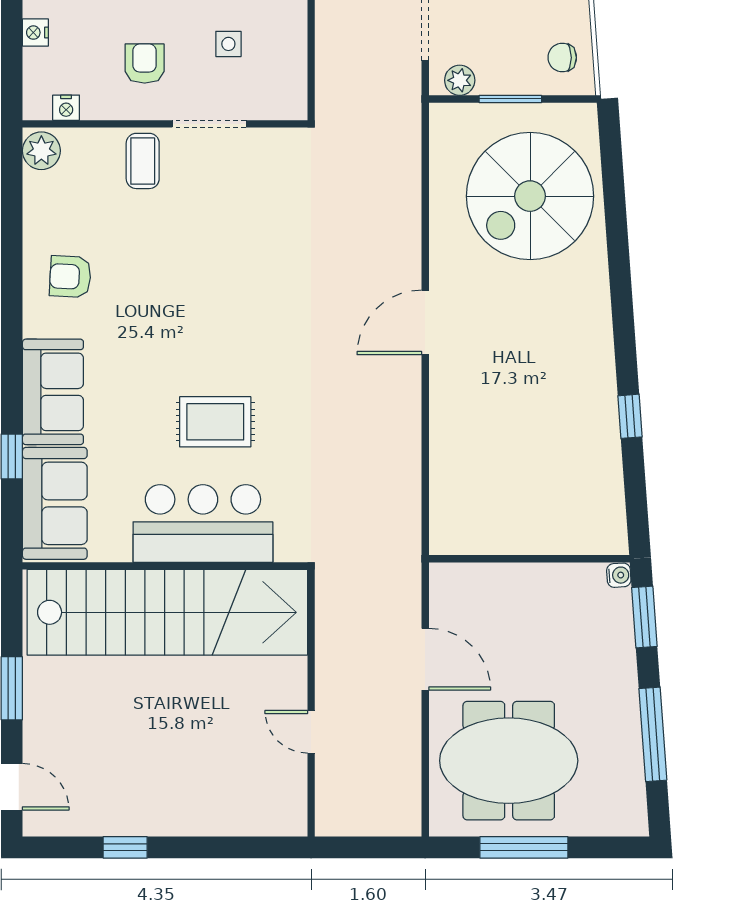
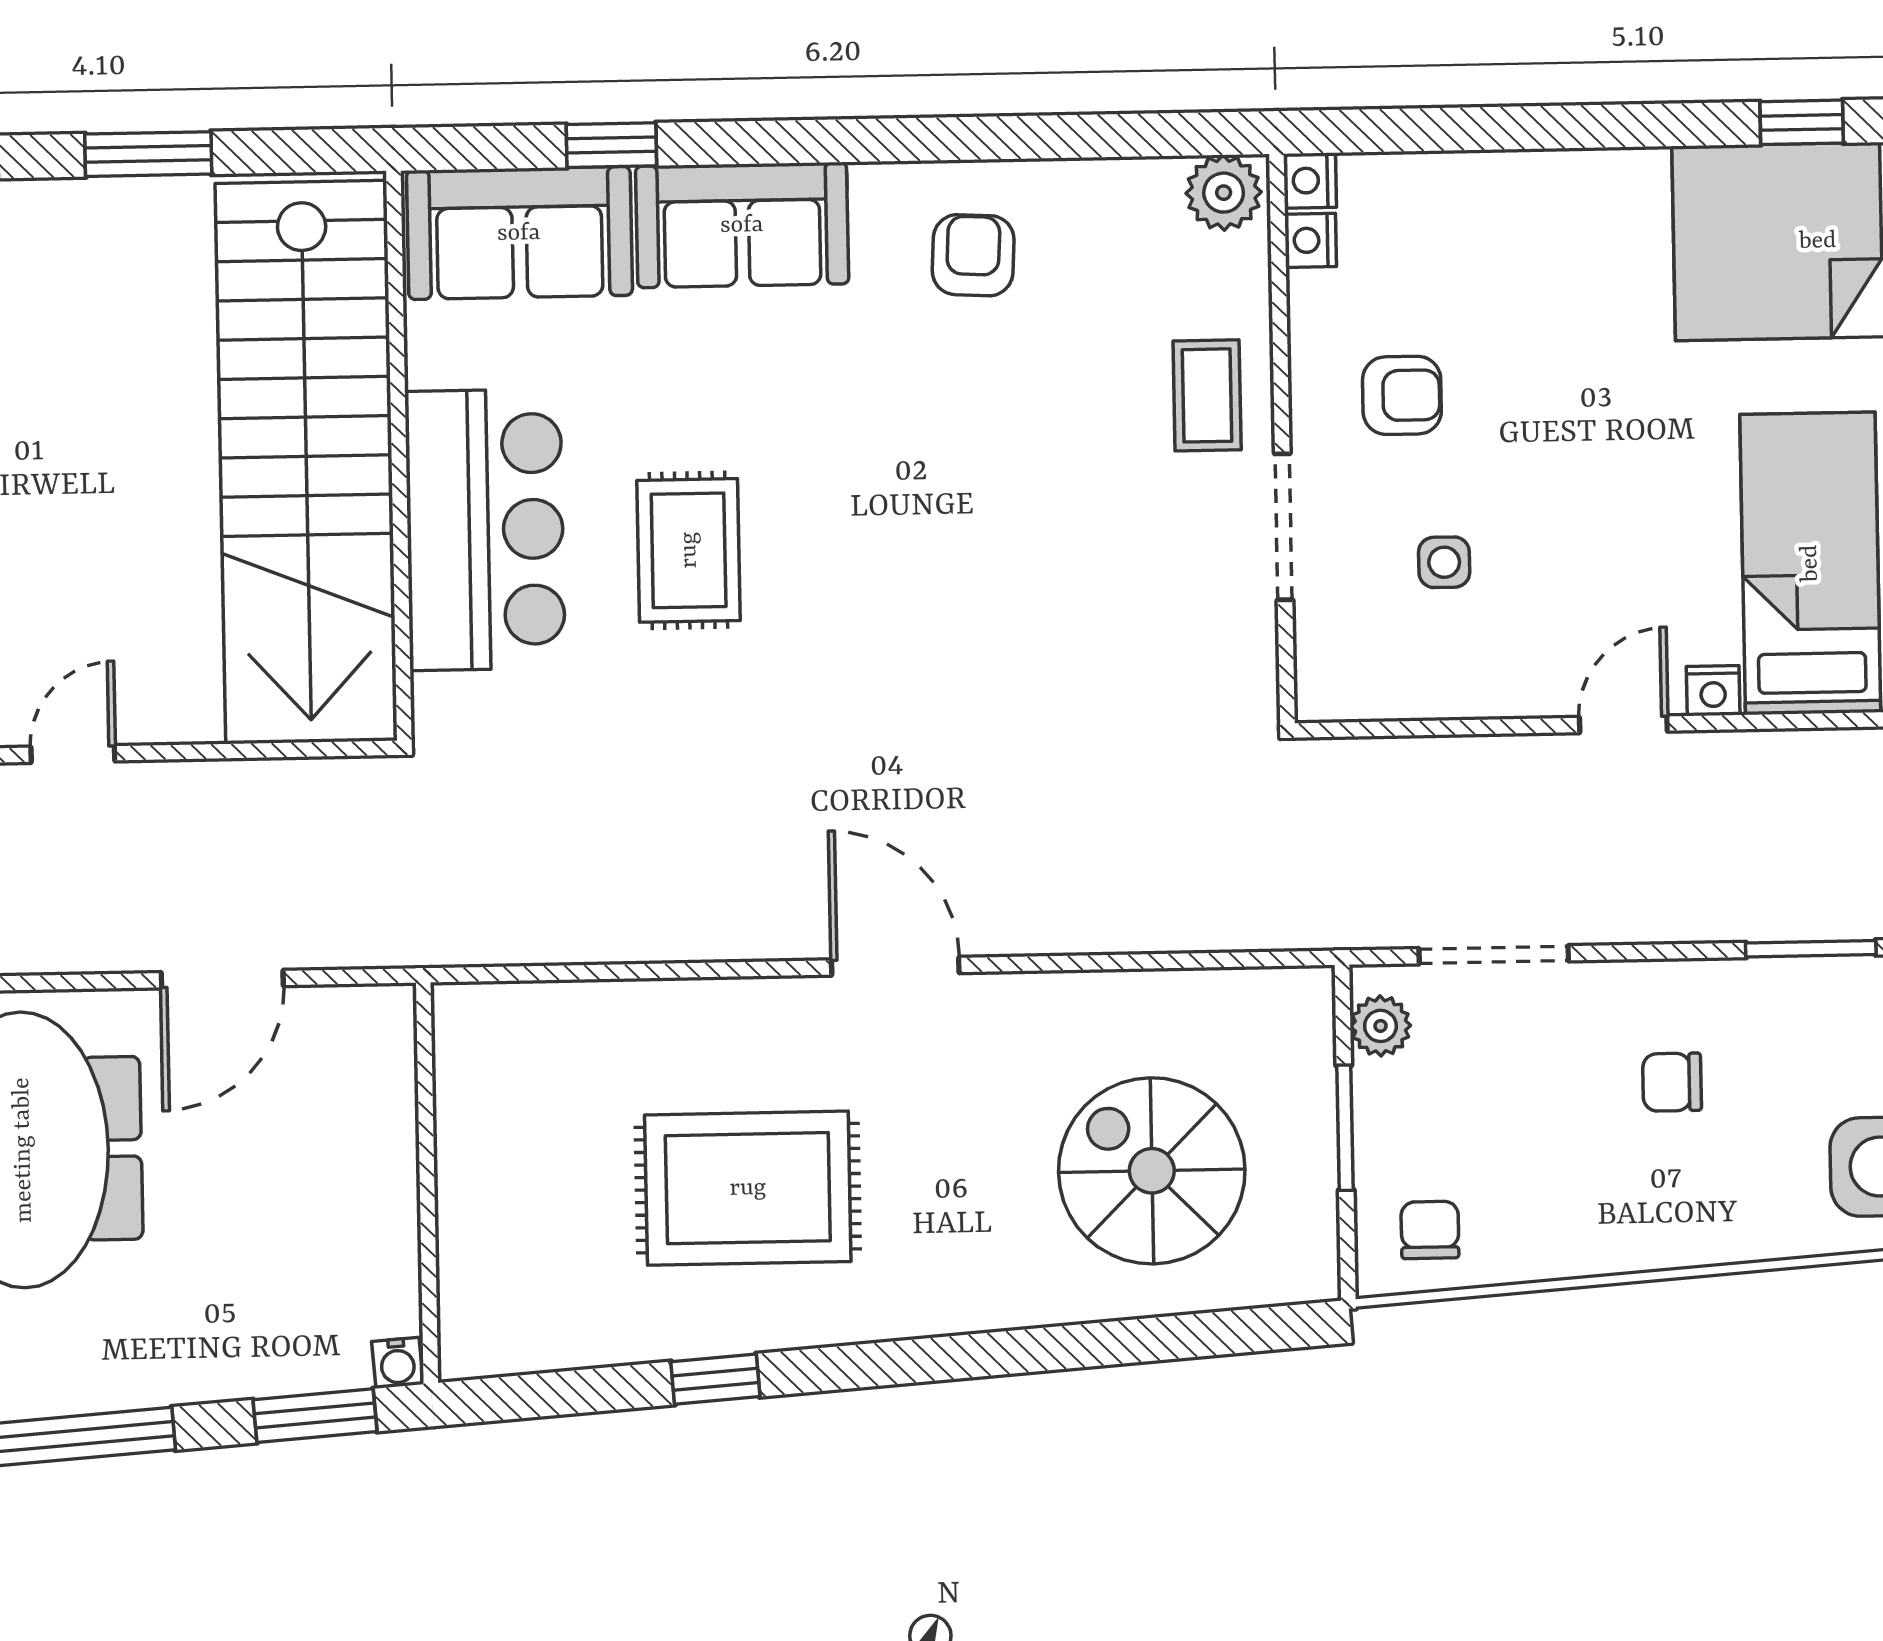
nightstand: (35, 33) -> (1310, 181), moved, turned -90
coffee table: (143, 161) -> (1207, 395), turned 90
spiral stairs: (530, 196) -> (1152, 1171), width x0.73, depth x0.73
rug: (535, 398) -> (748, 1188), added

